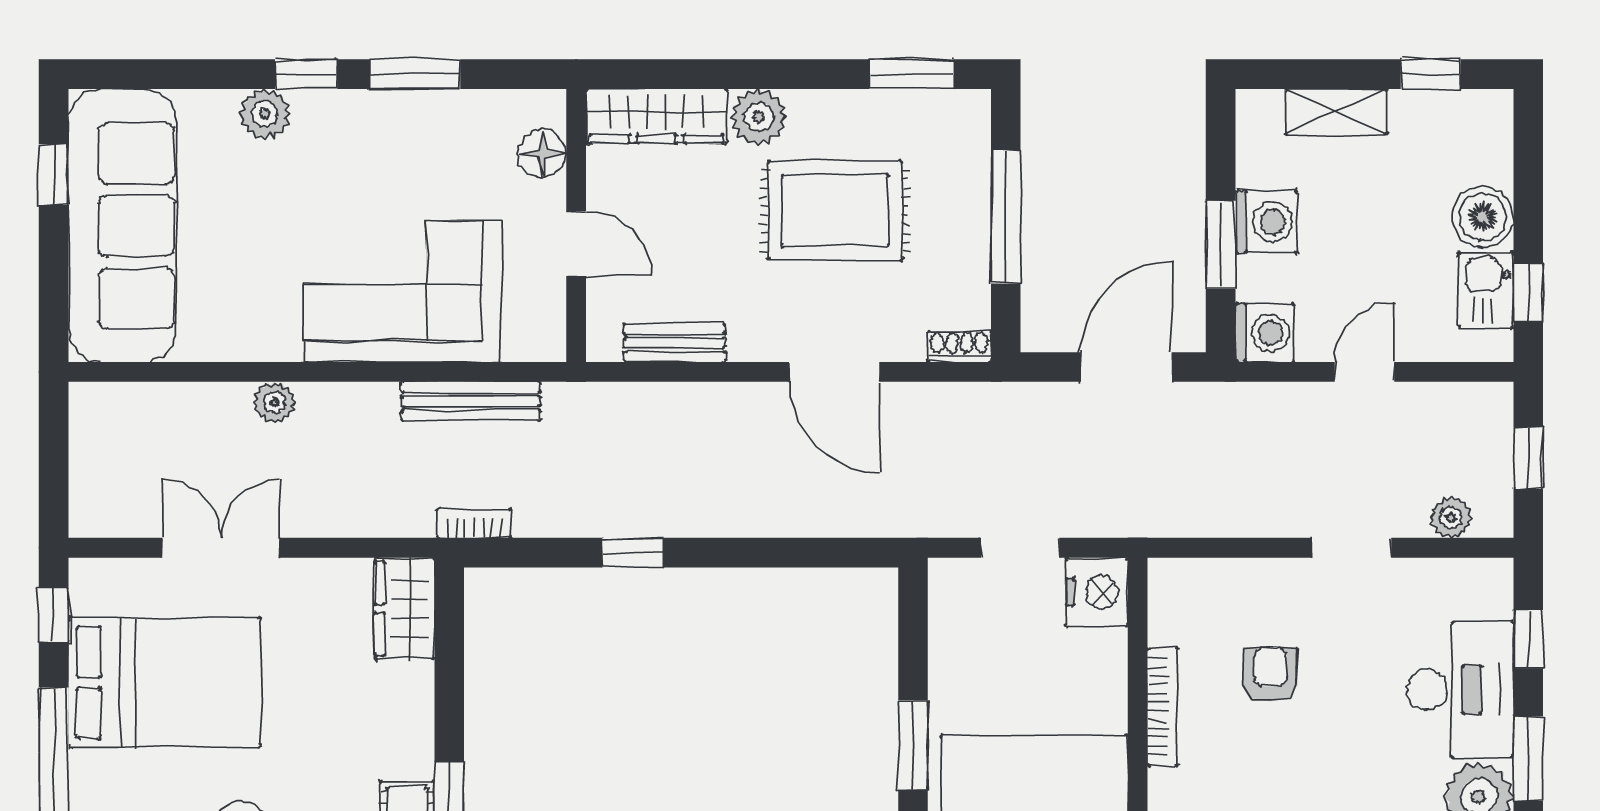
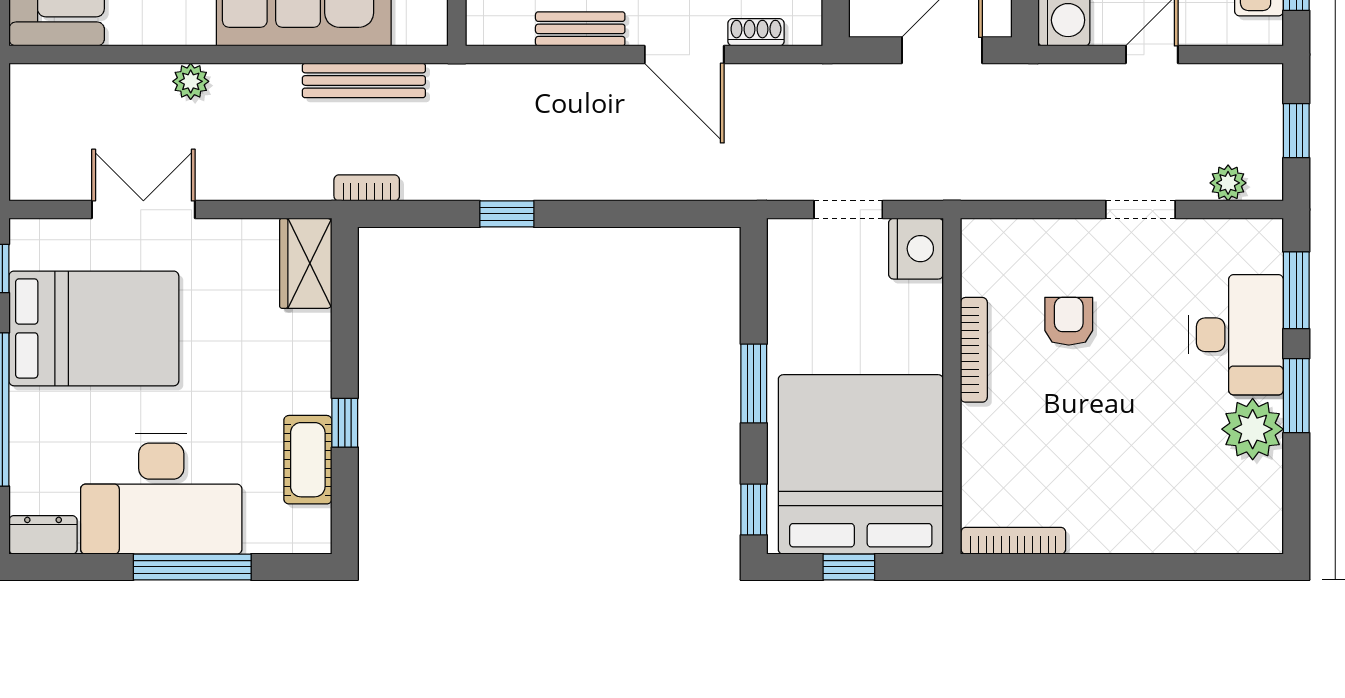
bench: (674, 343) -> (580, 29), moved
shoe rack: (959, 347) -> (756, 32), moved
window: (1528, 639) -> (1296, 290), width x1.50

